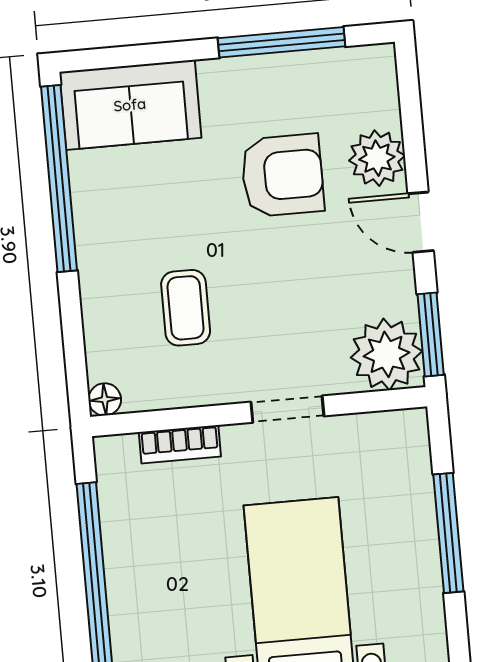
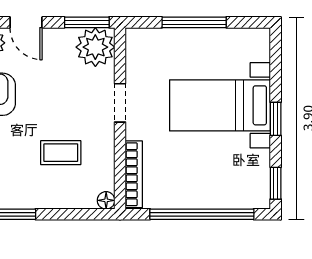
door: (421, 222) -> (26, 22), hinge flipped
bookcase: (180, 444) -> (134, 174), width x1.56

